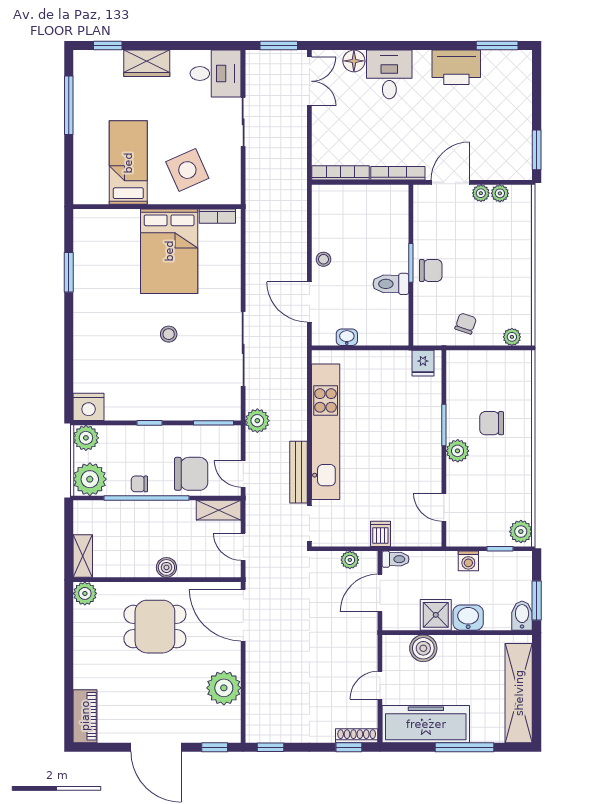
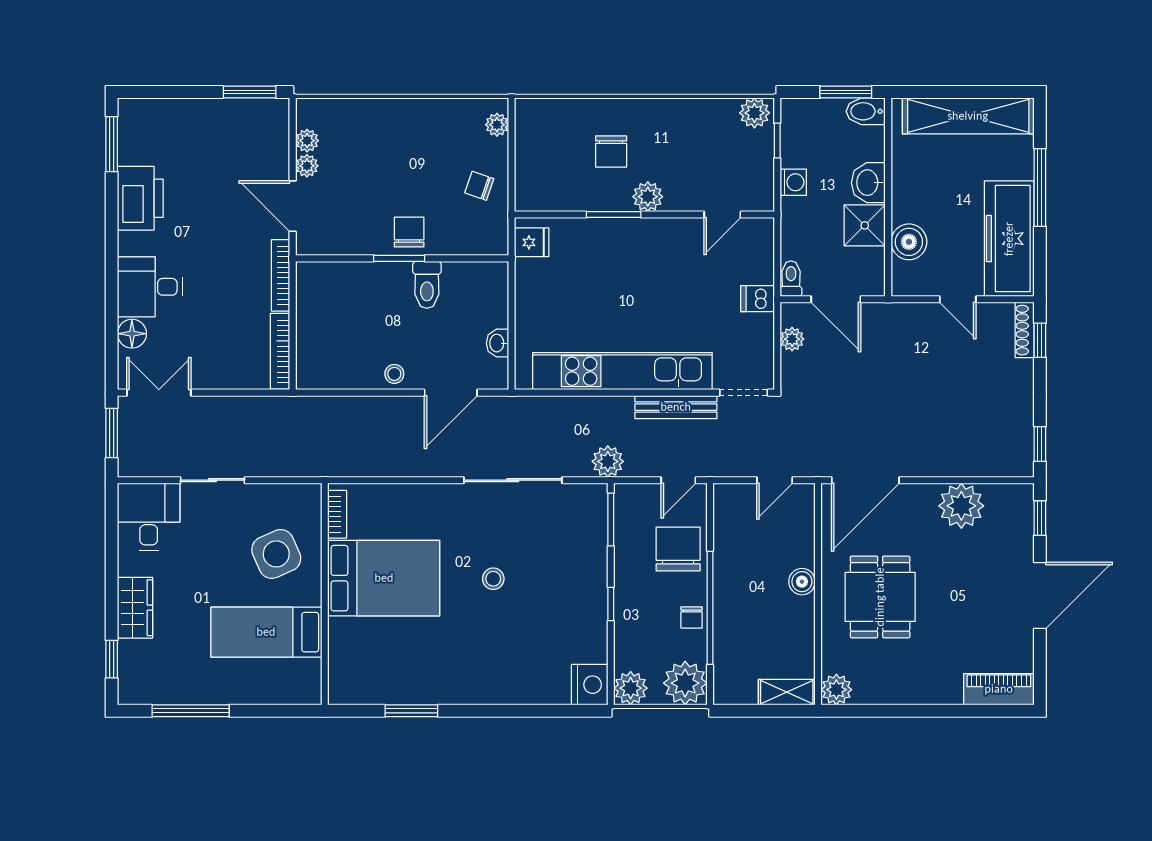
shelving: (219, 510) -> (726, 513), removed

